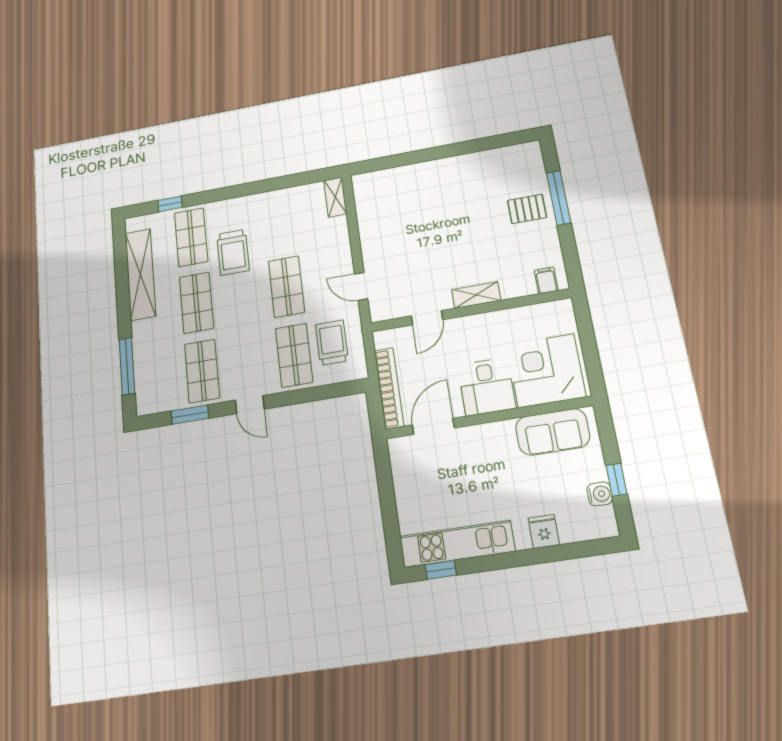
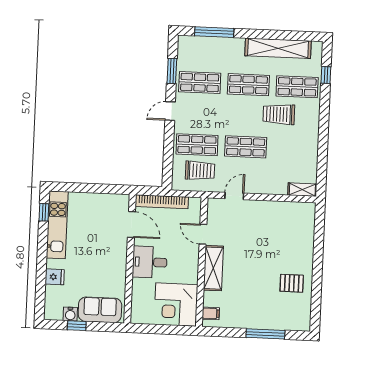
pallet: (527, 209) -> (292, 283), moved, turned 90
shelving: (476, 295) -> (213, 268), width x1.50, depth x1.33
corner desk: (546, 371) -> (176, 305), moved, turned 180
sofa: (553, 432) -> (100, 310), moved, turned 90

